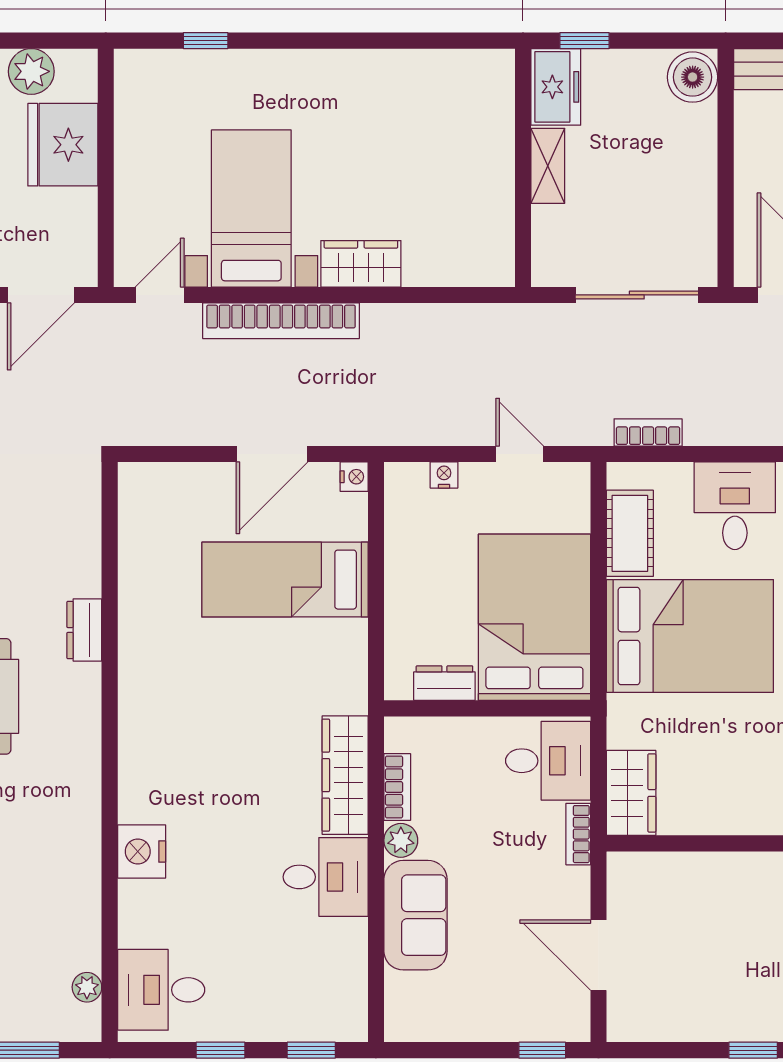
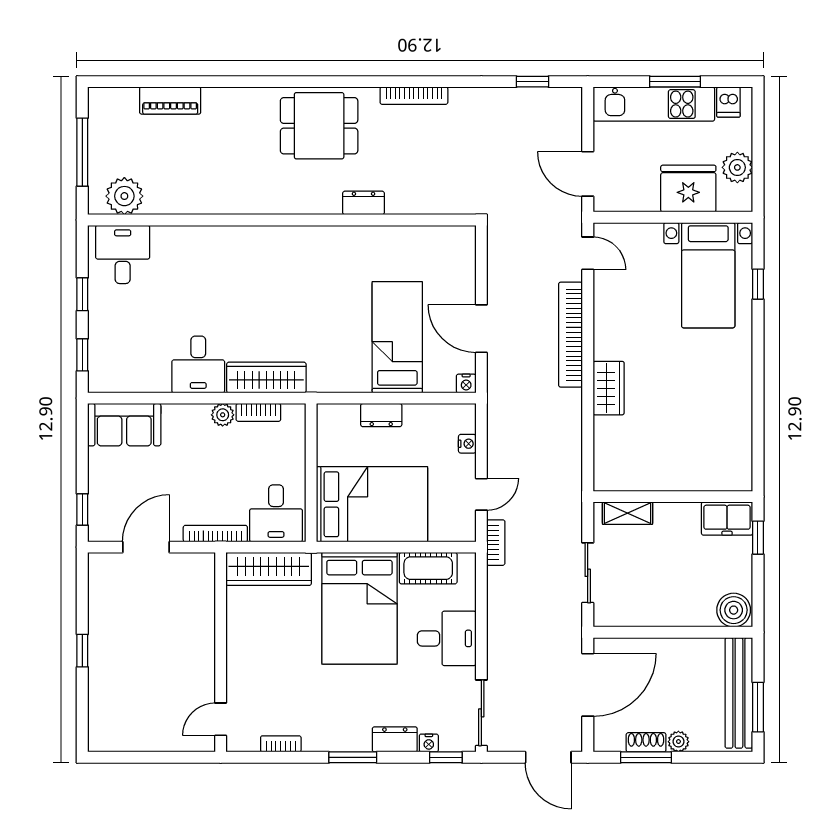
shelving: (548, 166) -> (628, 513), moved
bed with nightstands: (251, 208) -> (708, 275), moved, turned 90
sliding door: (637, 295) -> (588, 573), width x0.73
bookcase: (648, 432) -> (496, 543), moved
dresser: (444, 683) -> (381, 415), moved, turned 90
wardrobe: (631, 793) -> (269, 569), width x1.50
bookcase: (578, 834) -> (215, 534), width x1.56
nightstand: (142, 852) -> (215, 241), removed
sofa: (416, 915) -> (124, 425), moved
plant: (87, 987) -> (124, 196), width x1.87, depth x1.87

